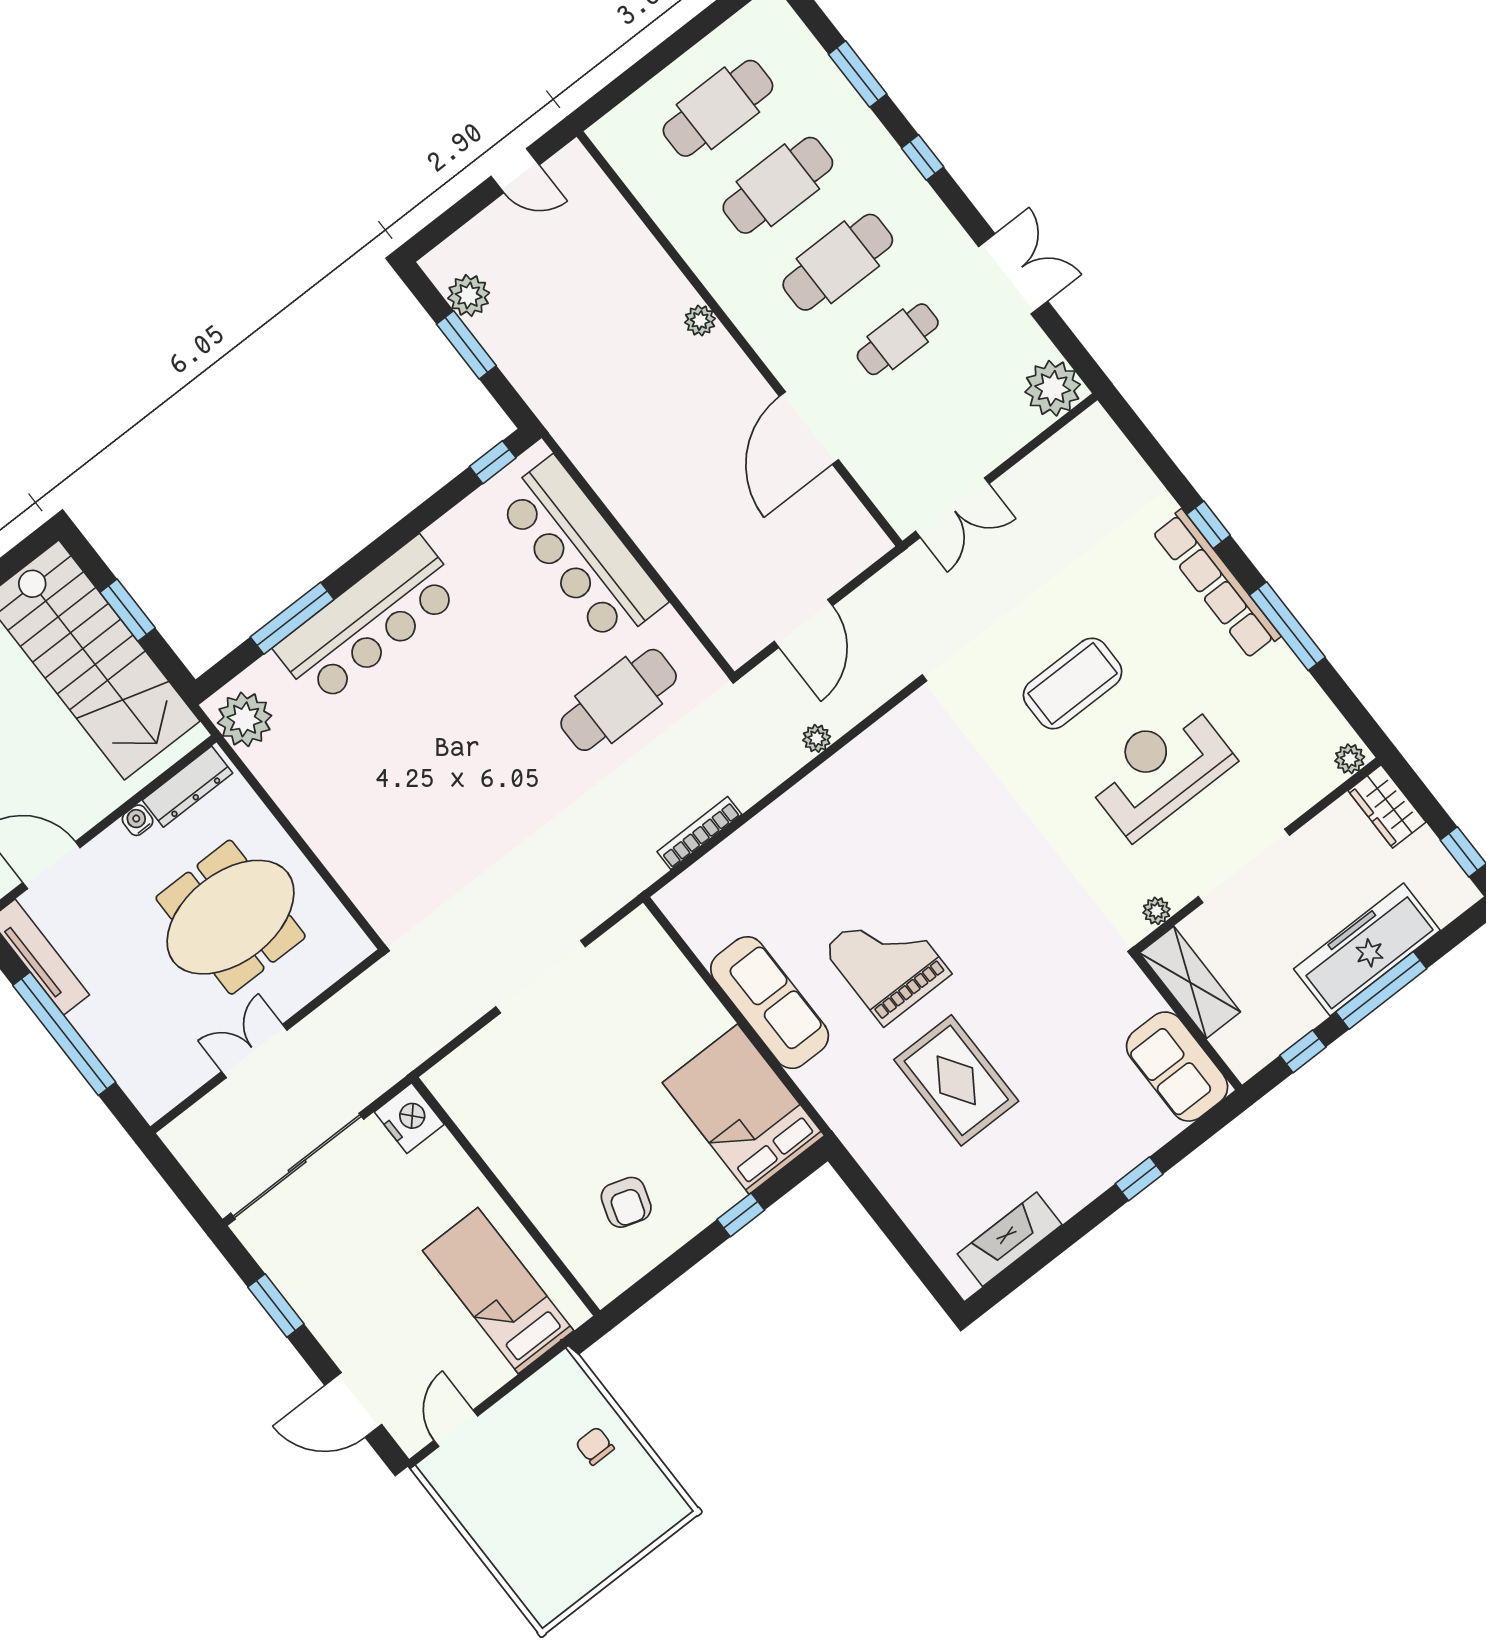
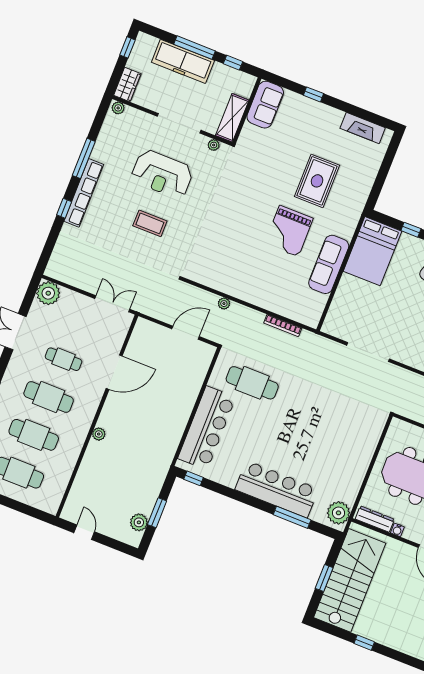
coffee table: (1073, 683) -> (150, 223), width x0.73, depth x0.76

